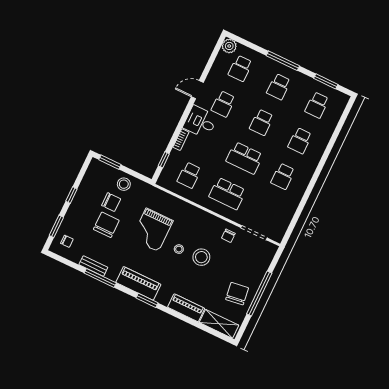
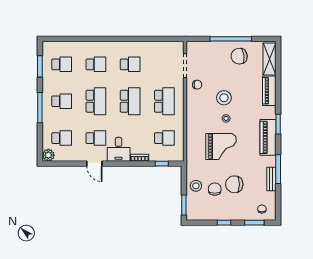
school desk: (262, 122) -> (96, 101), width x1.85

